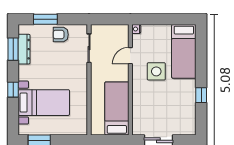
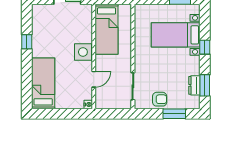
dresser: (24, 49) -> (194, 85), width x0.70
side table: (156, 71) -> (83, 52), moved

